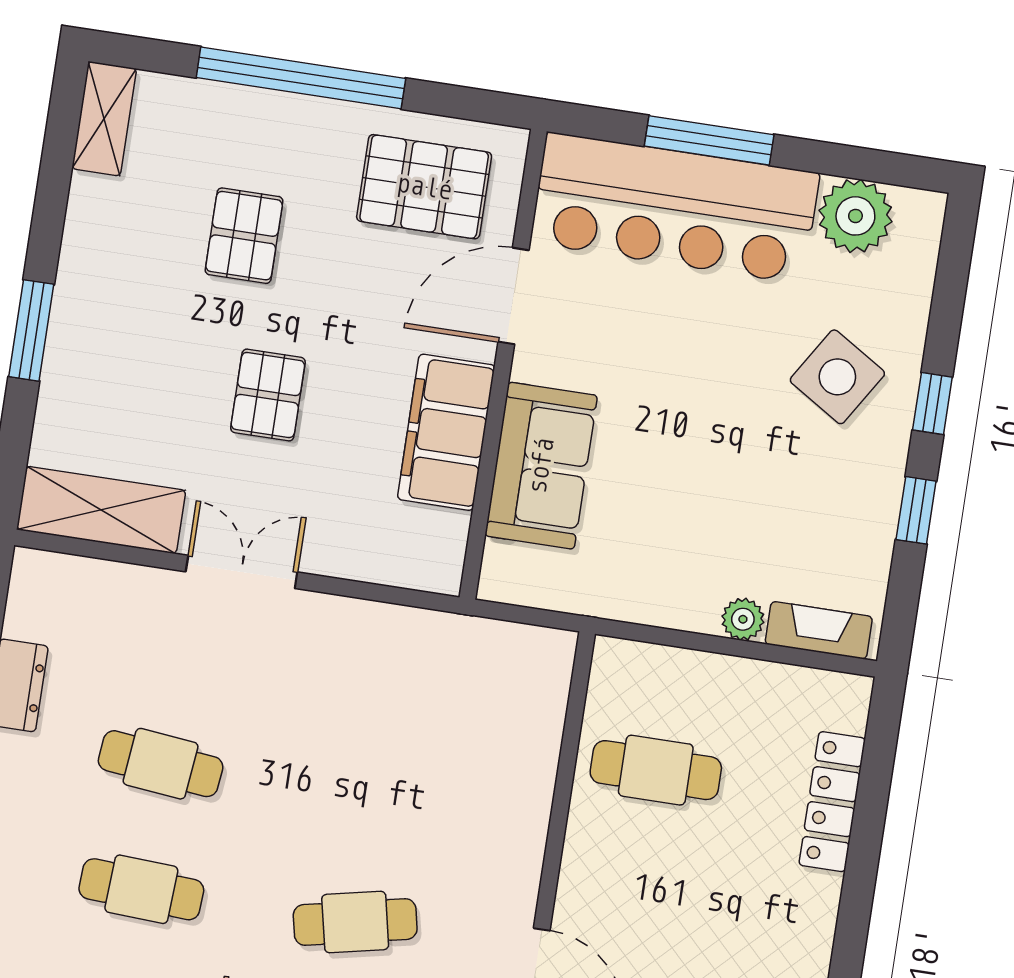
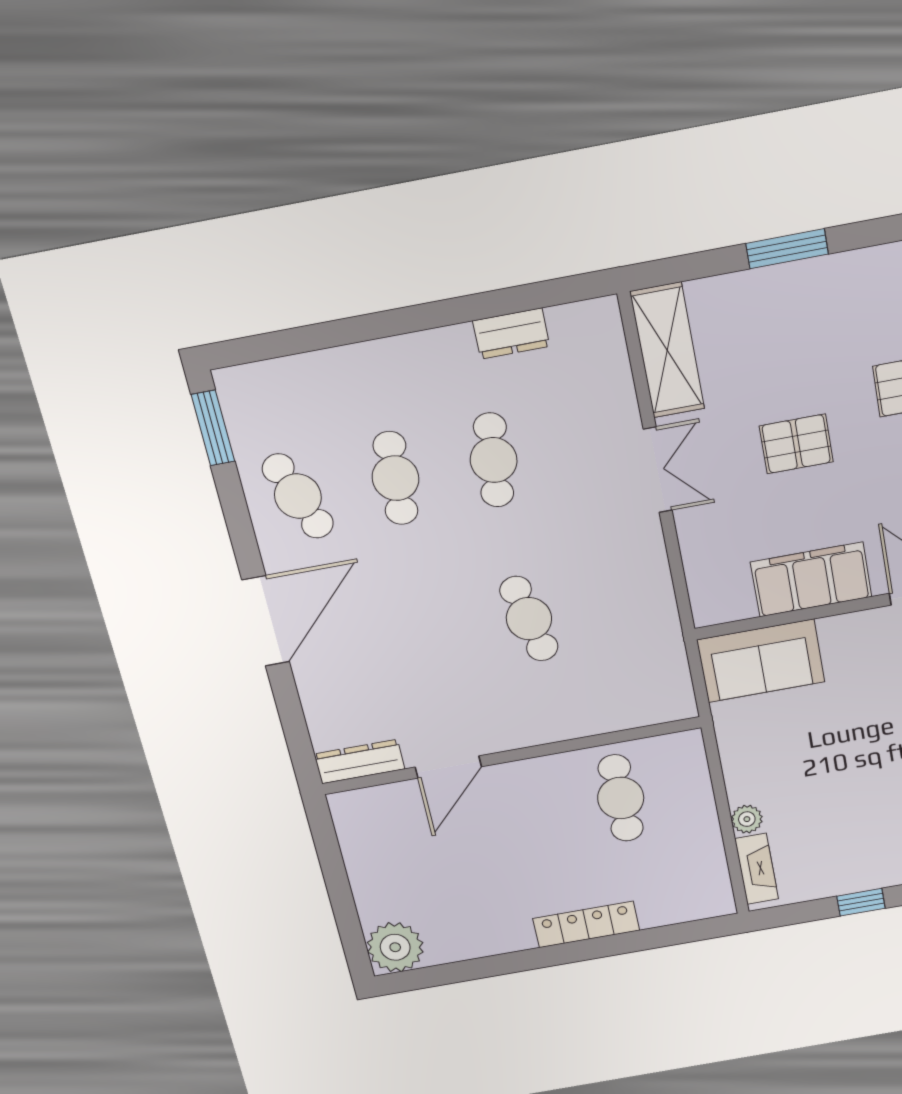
sofa: (541, 466) -> (761, 661), moved
locker: (832, 802) -> (586, 924), moved
cafe table: (355, 922) -> (529, 619), moved

